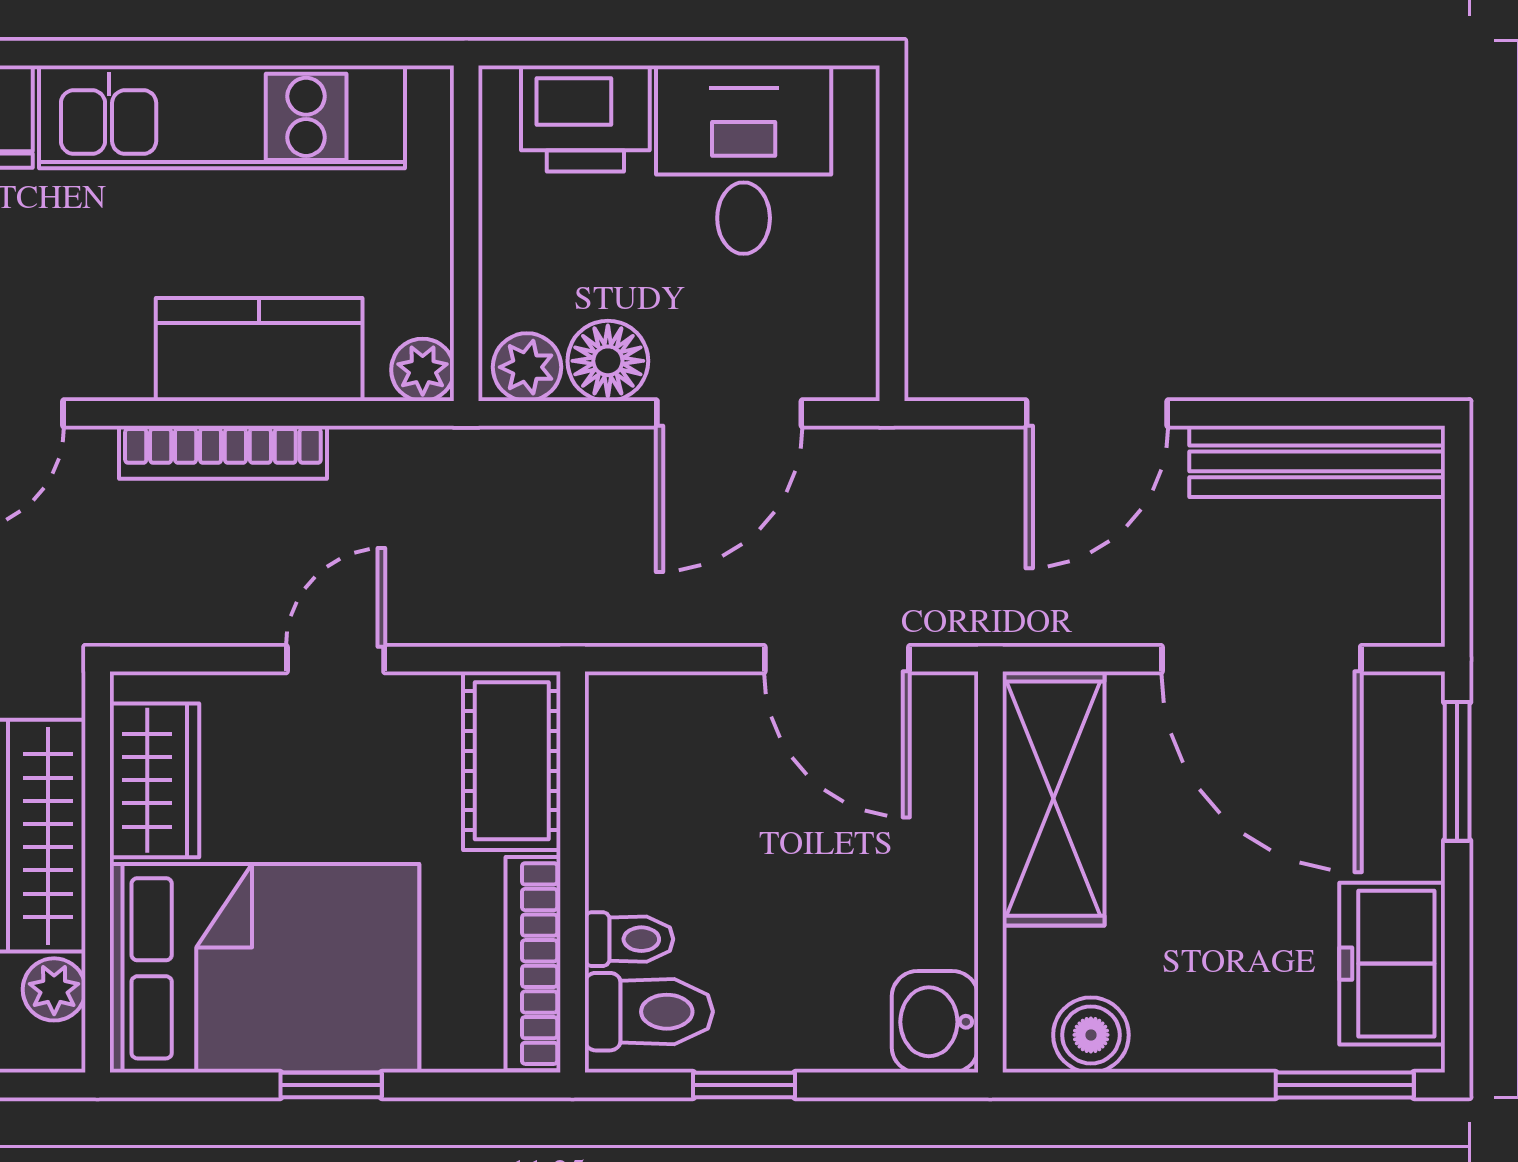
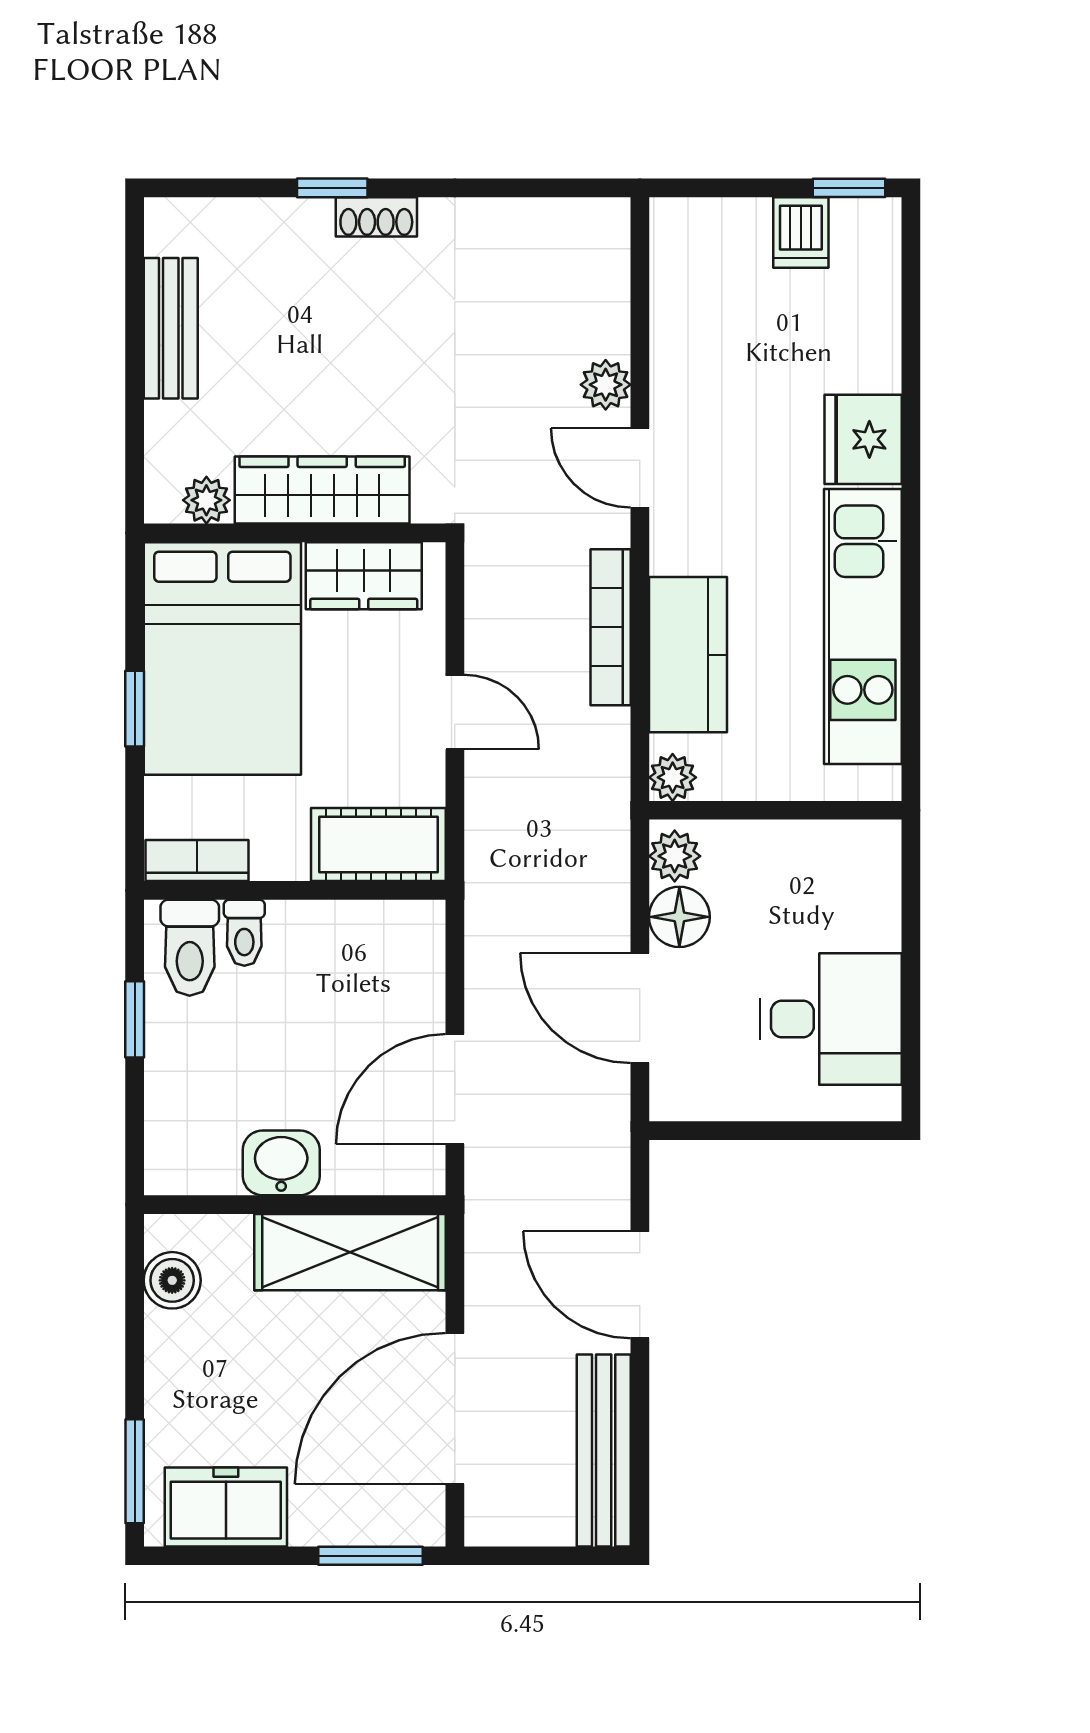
printer: (585, 118) -> (862, 900), removed
bookcase: (533, 964) -> (197, 861), width x0.64
washbasin: (935, 1022) -> (281, 1163), moved

